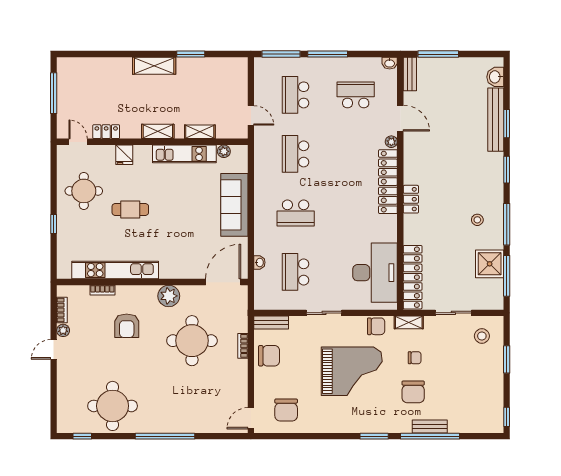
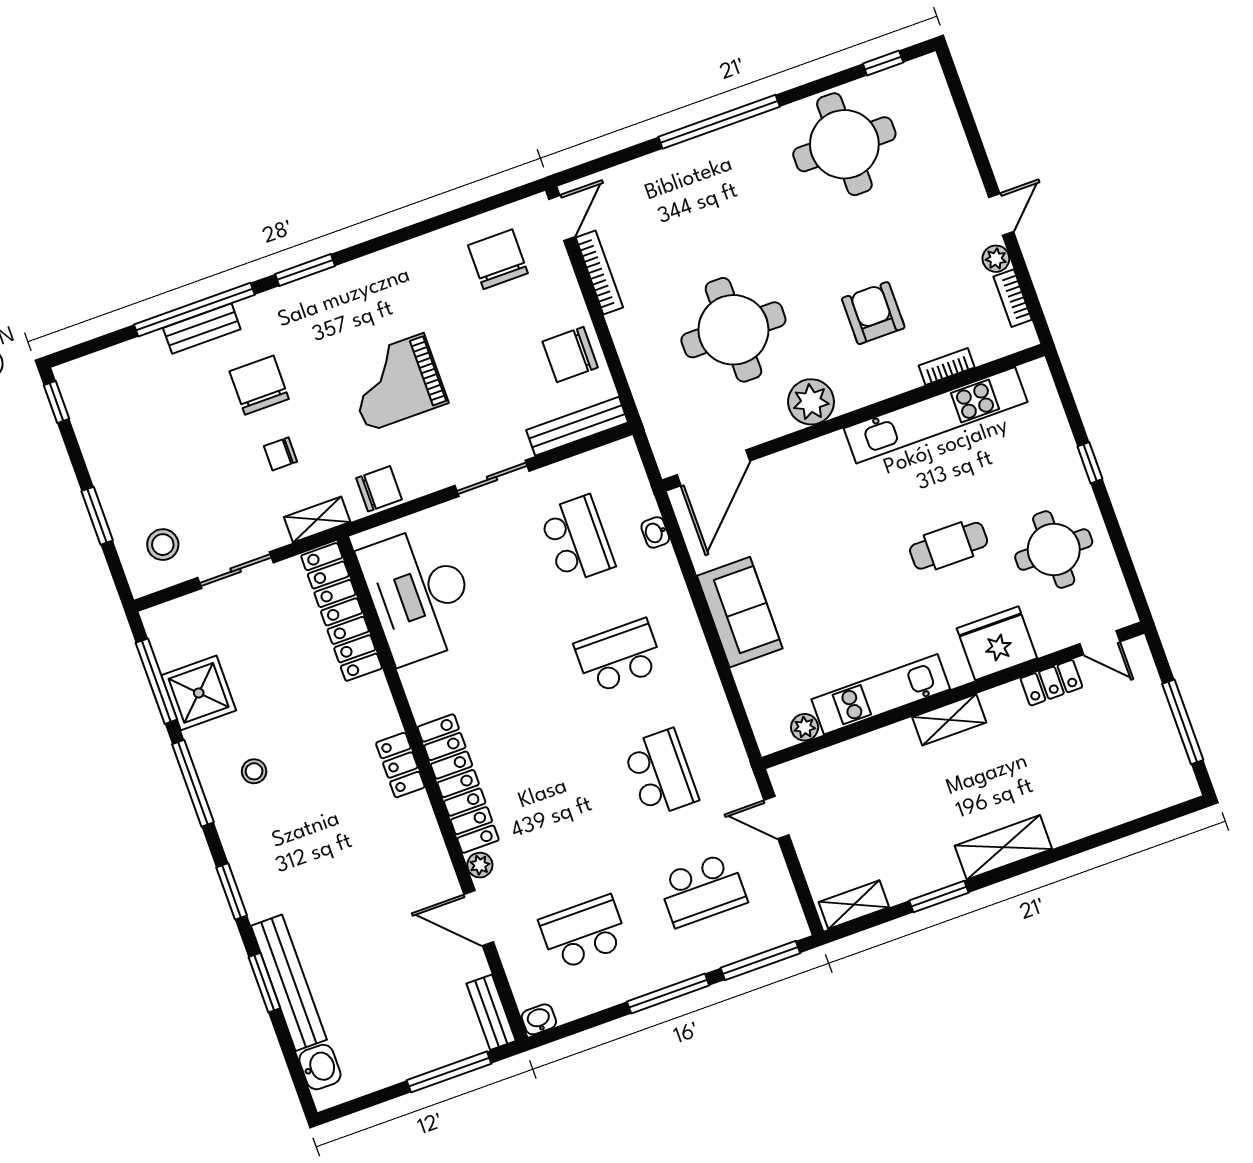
school desk: (296, 95) -> (703, 890), turned 90
school desk: (356, 95) -> (584, 932), turned 180
shelving: (200, 132) -> (854, 905), moved
fridge: (124, 155) -> (997, 643), width x1.88, depth x1.34
sofa: (234, 205) -> (740, 612), width x0.73
bench: (271, 322) -> (577, 426), width x1.36
chair: (376, 326) -> (379, 489), turned 180
bookcase: (243, 346) -> (599, 273), moved, width x1.56
grand piano: (352, 371) -> (396, 383), width x0.73, depth x0.68

